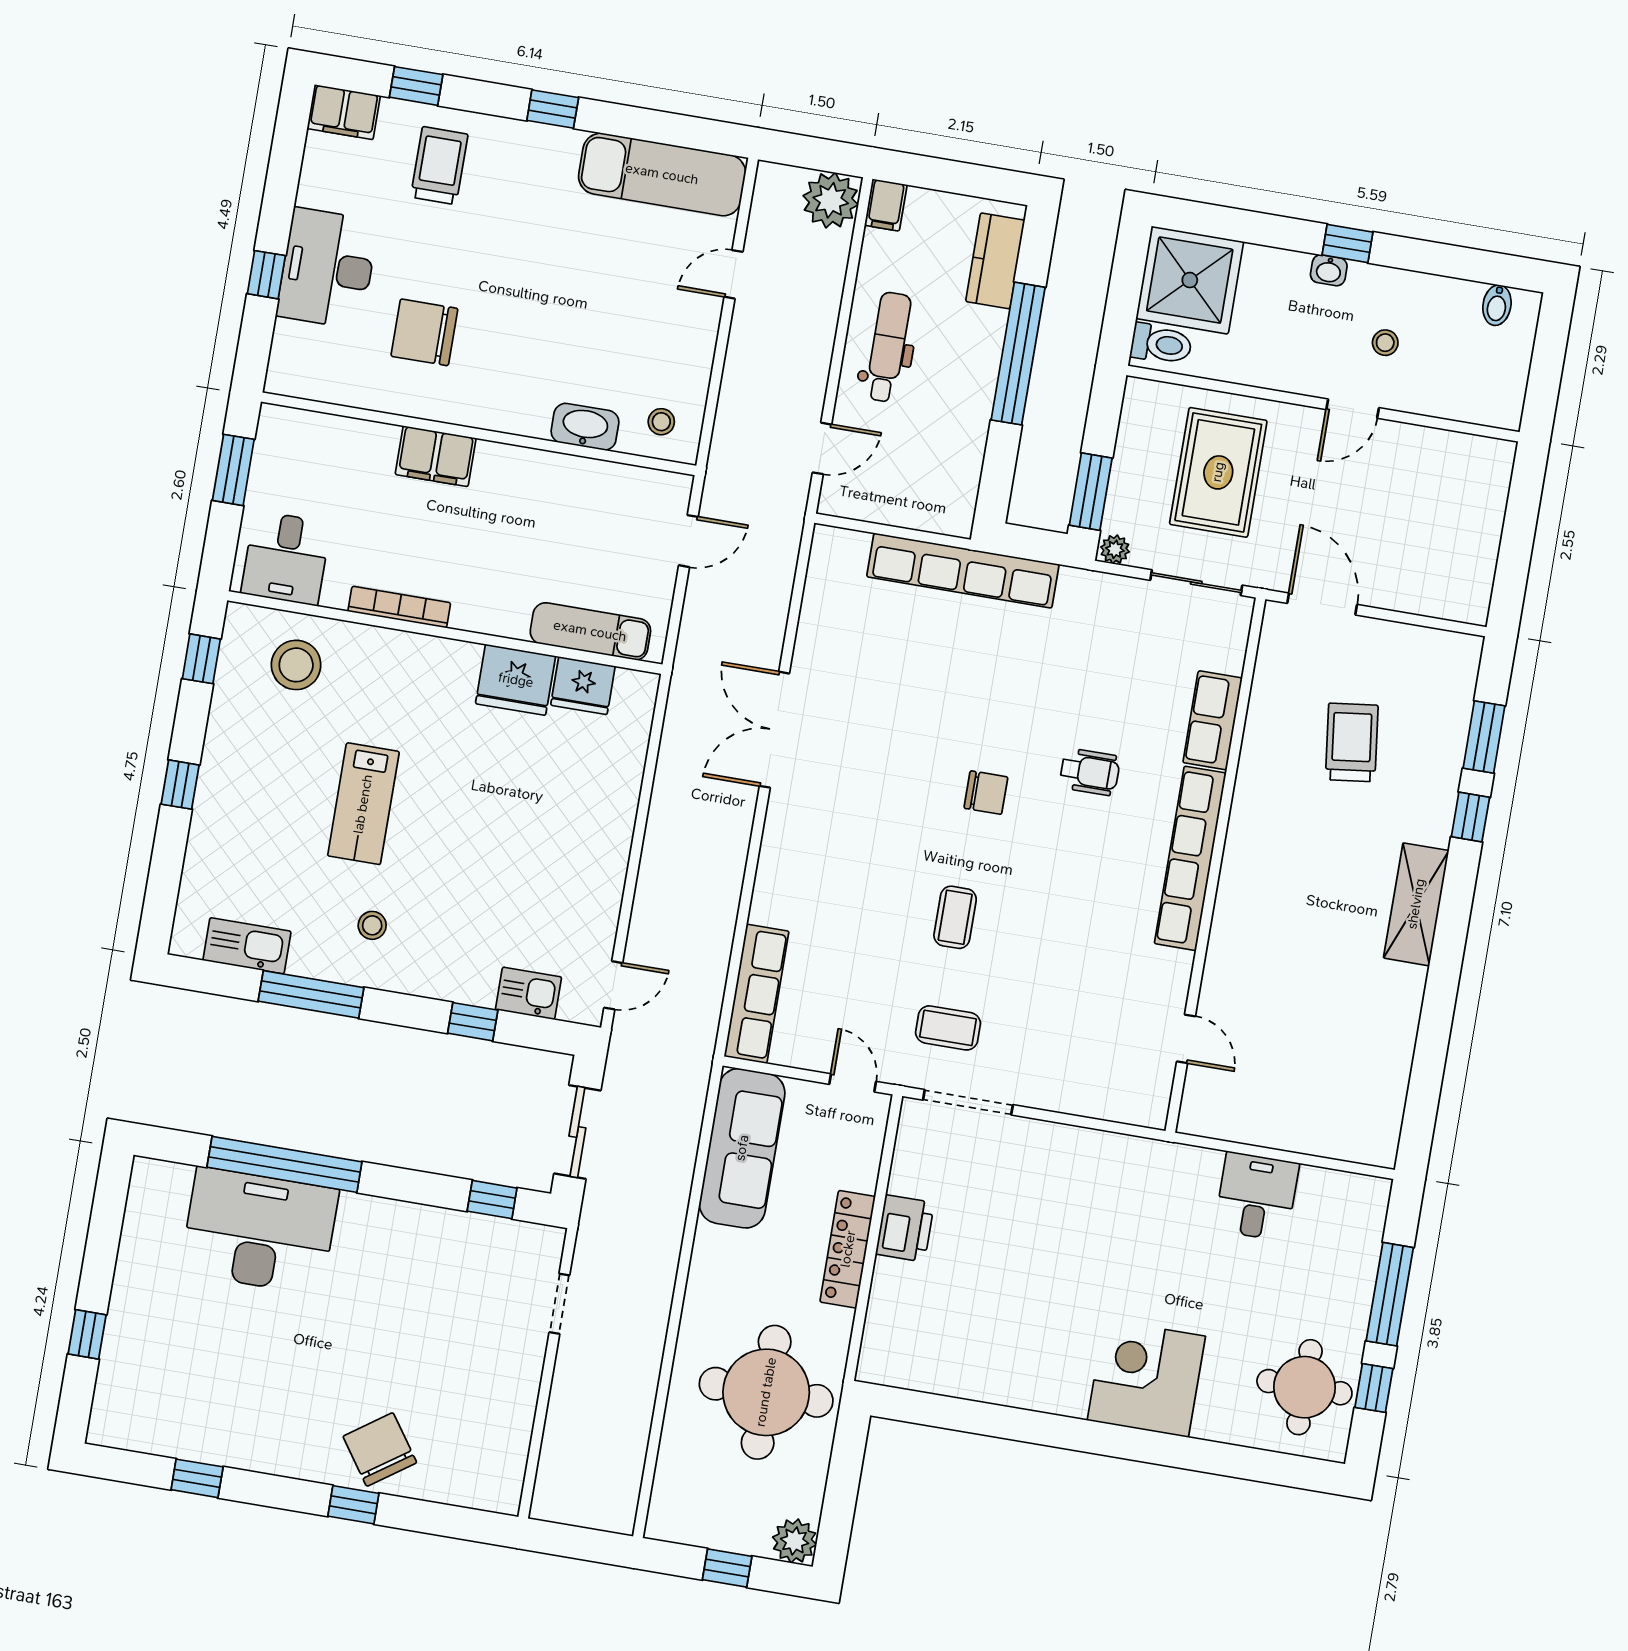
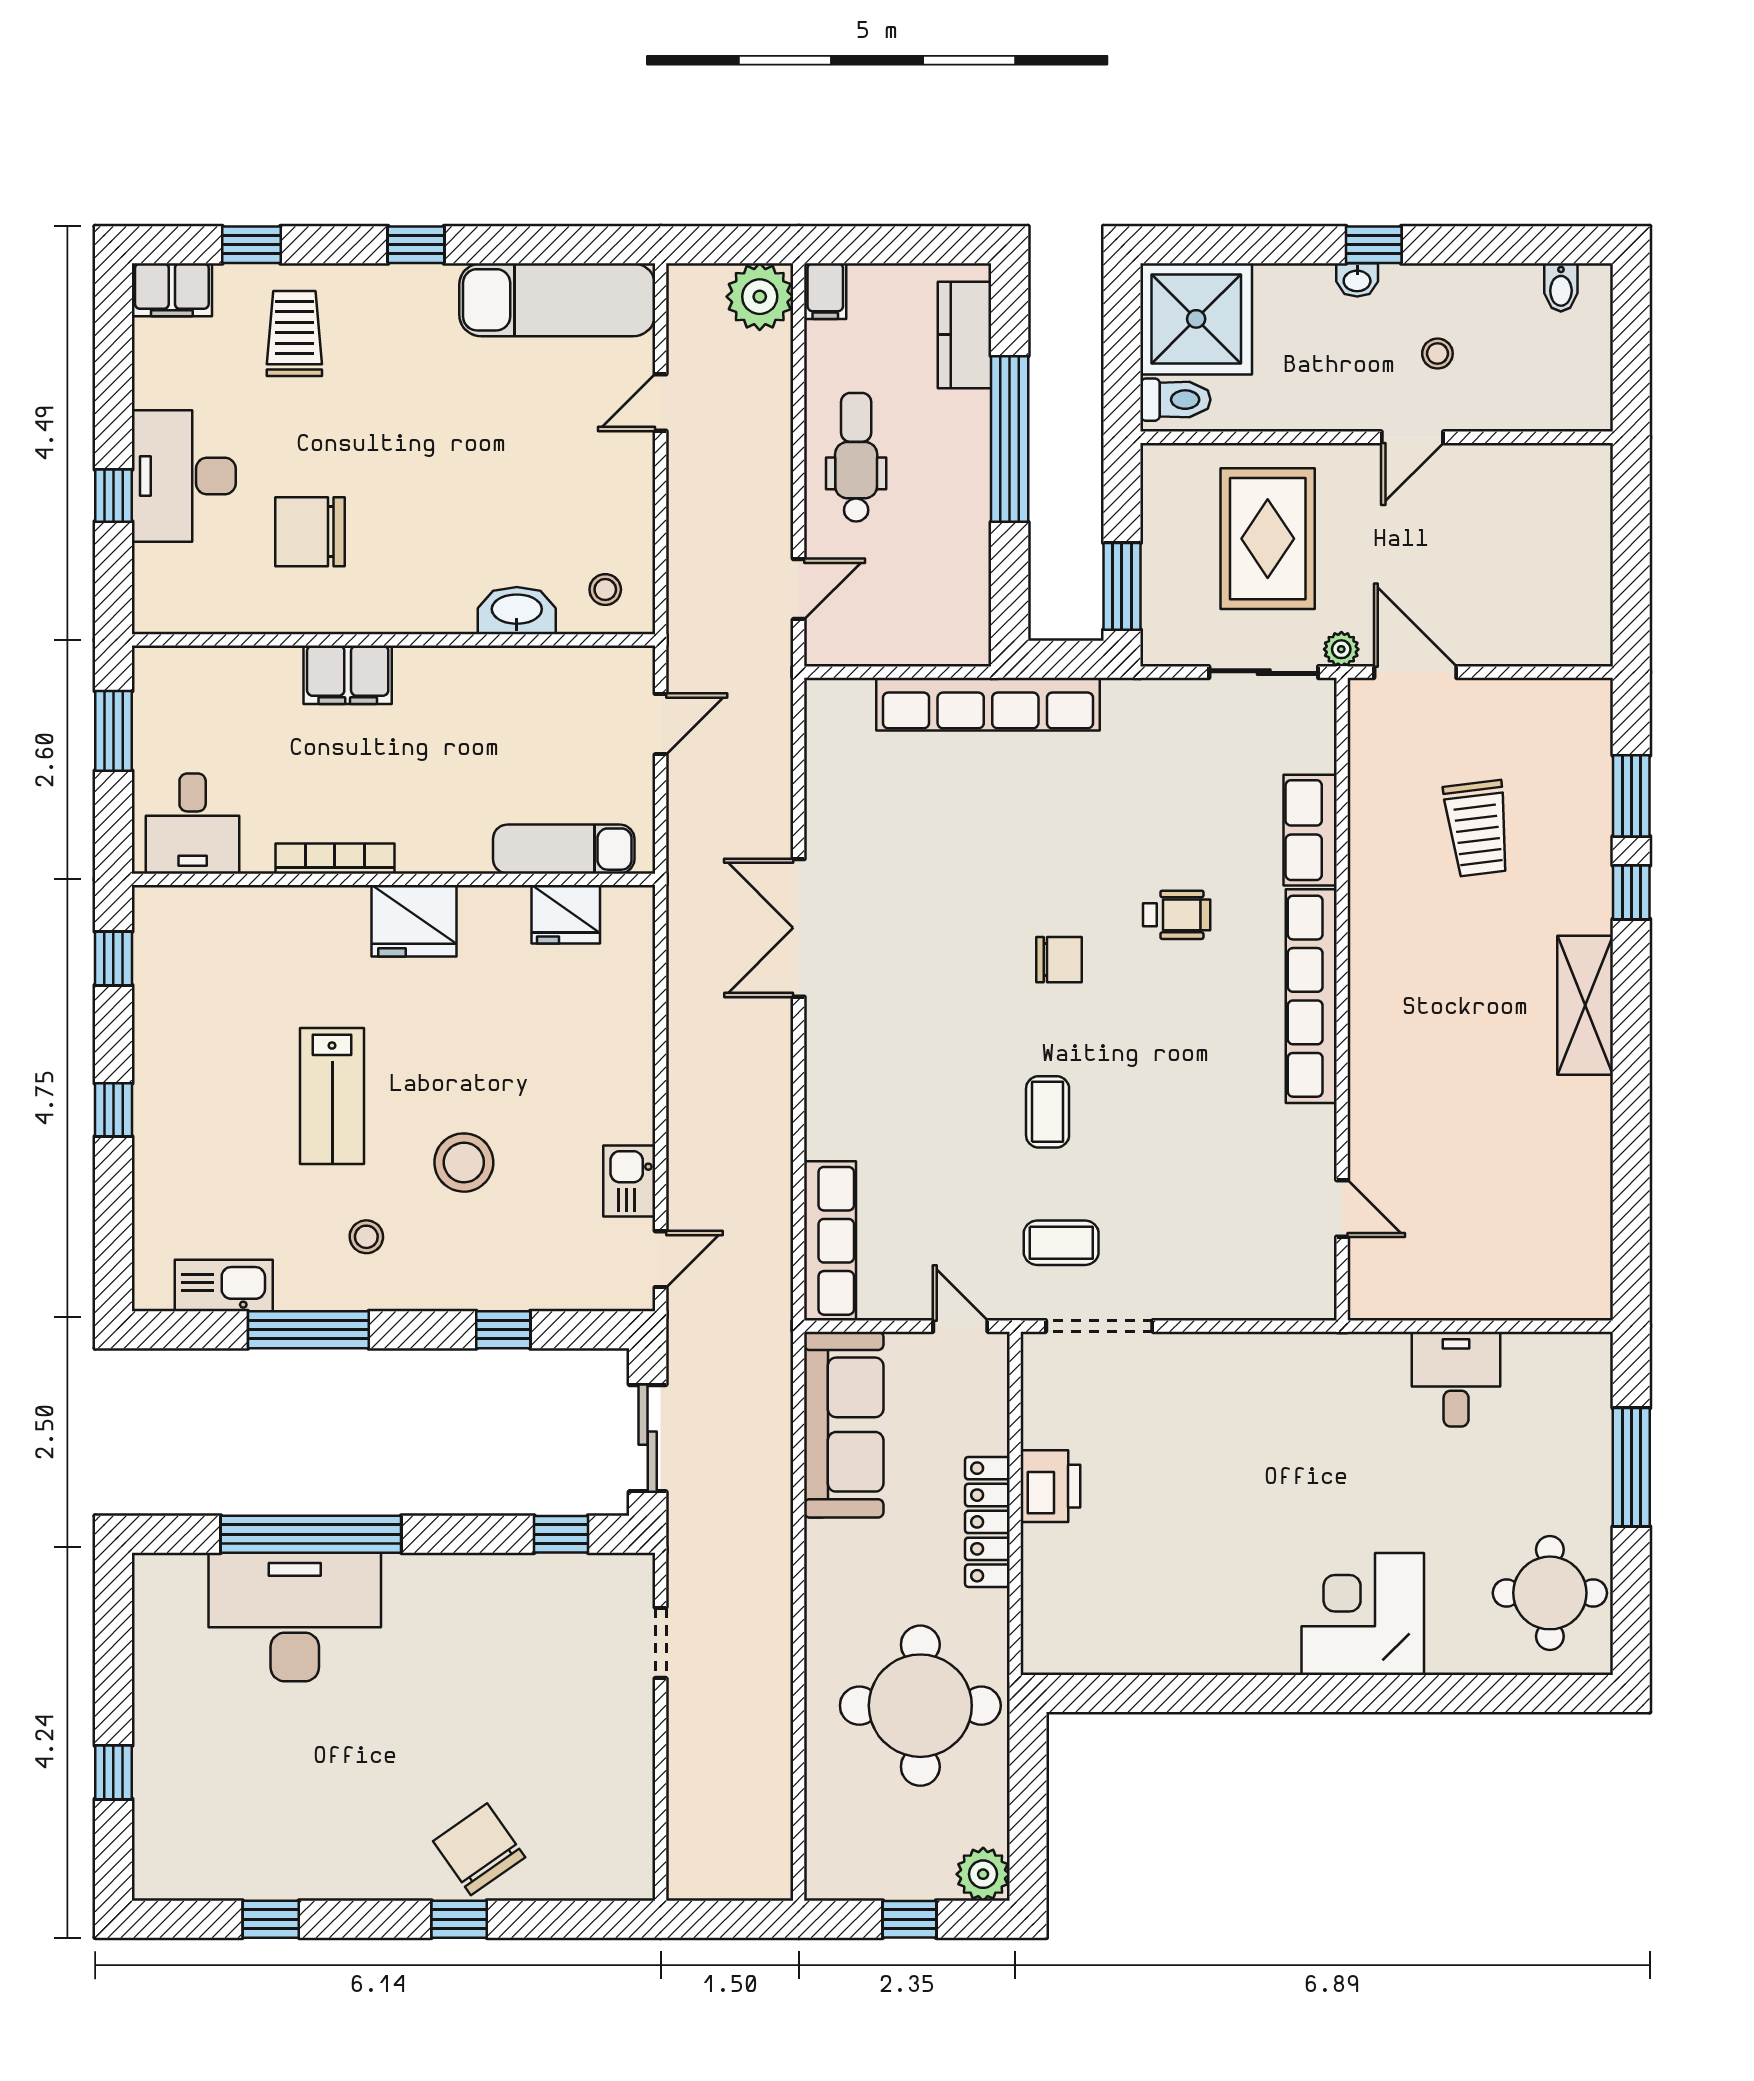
plant: (1115, 549) -> (1341, 649), moved
stool: (296, 665) -> (464, 1163), moved
fridge: (516, 680) -> (414, 921), moved
trolley: (1352, 742) -> (1477, 828), turned 180
kitchen sink: (528, 993) -> (629, 1181), moved, turned -90
window: (1374, 1388) -> (1631, 1580), removed

